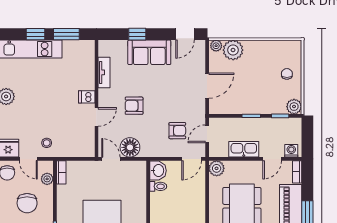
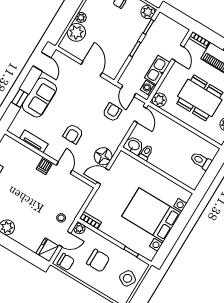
plant: (216, 46) -> (81, 17), moved
washing machine: (291, 151) -> (148, 88), moved
plant: (47, 179) -> (79, 228), moved

